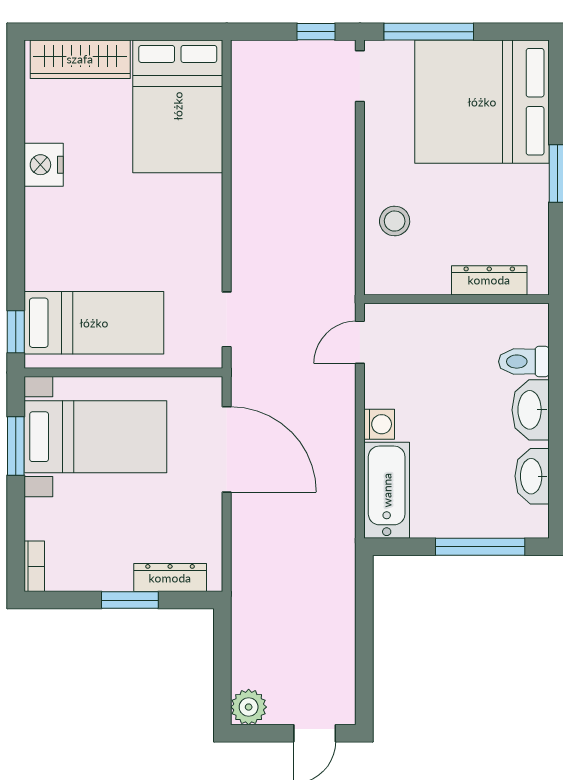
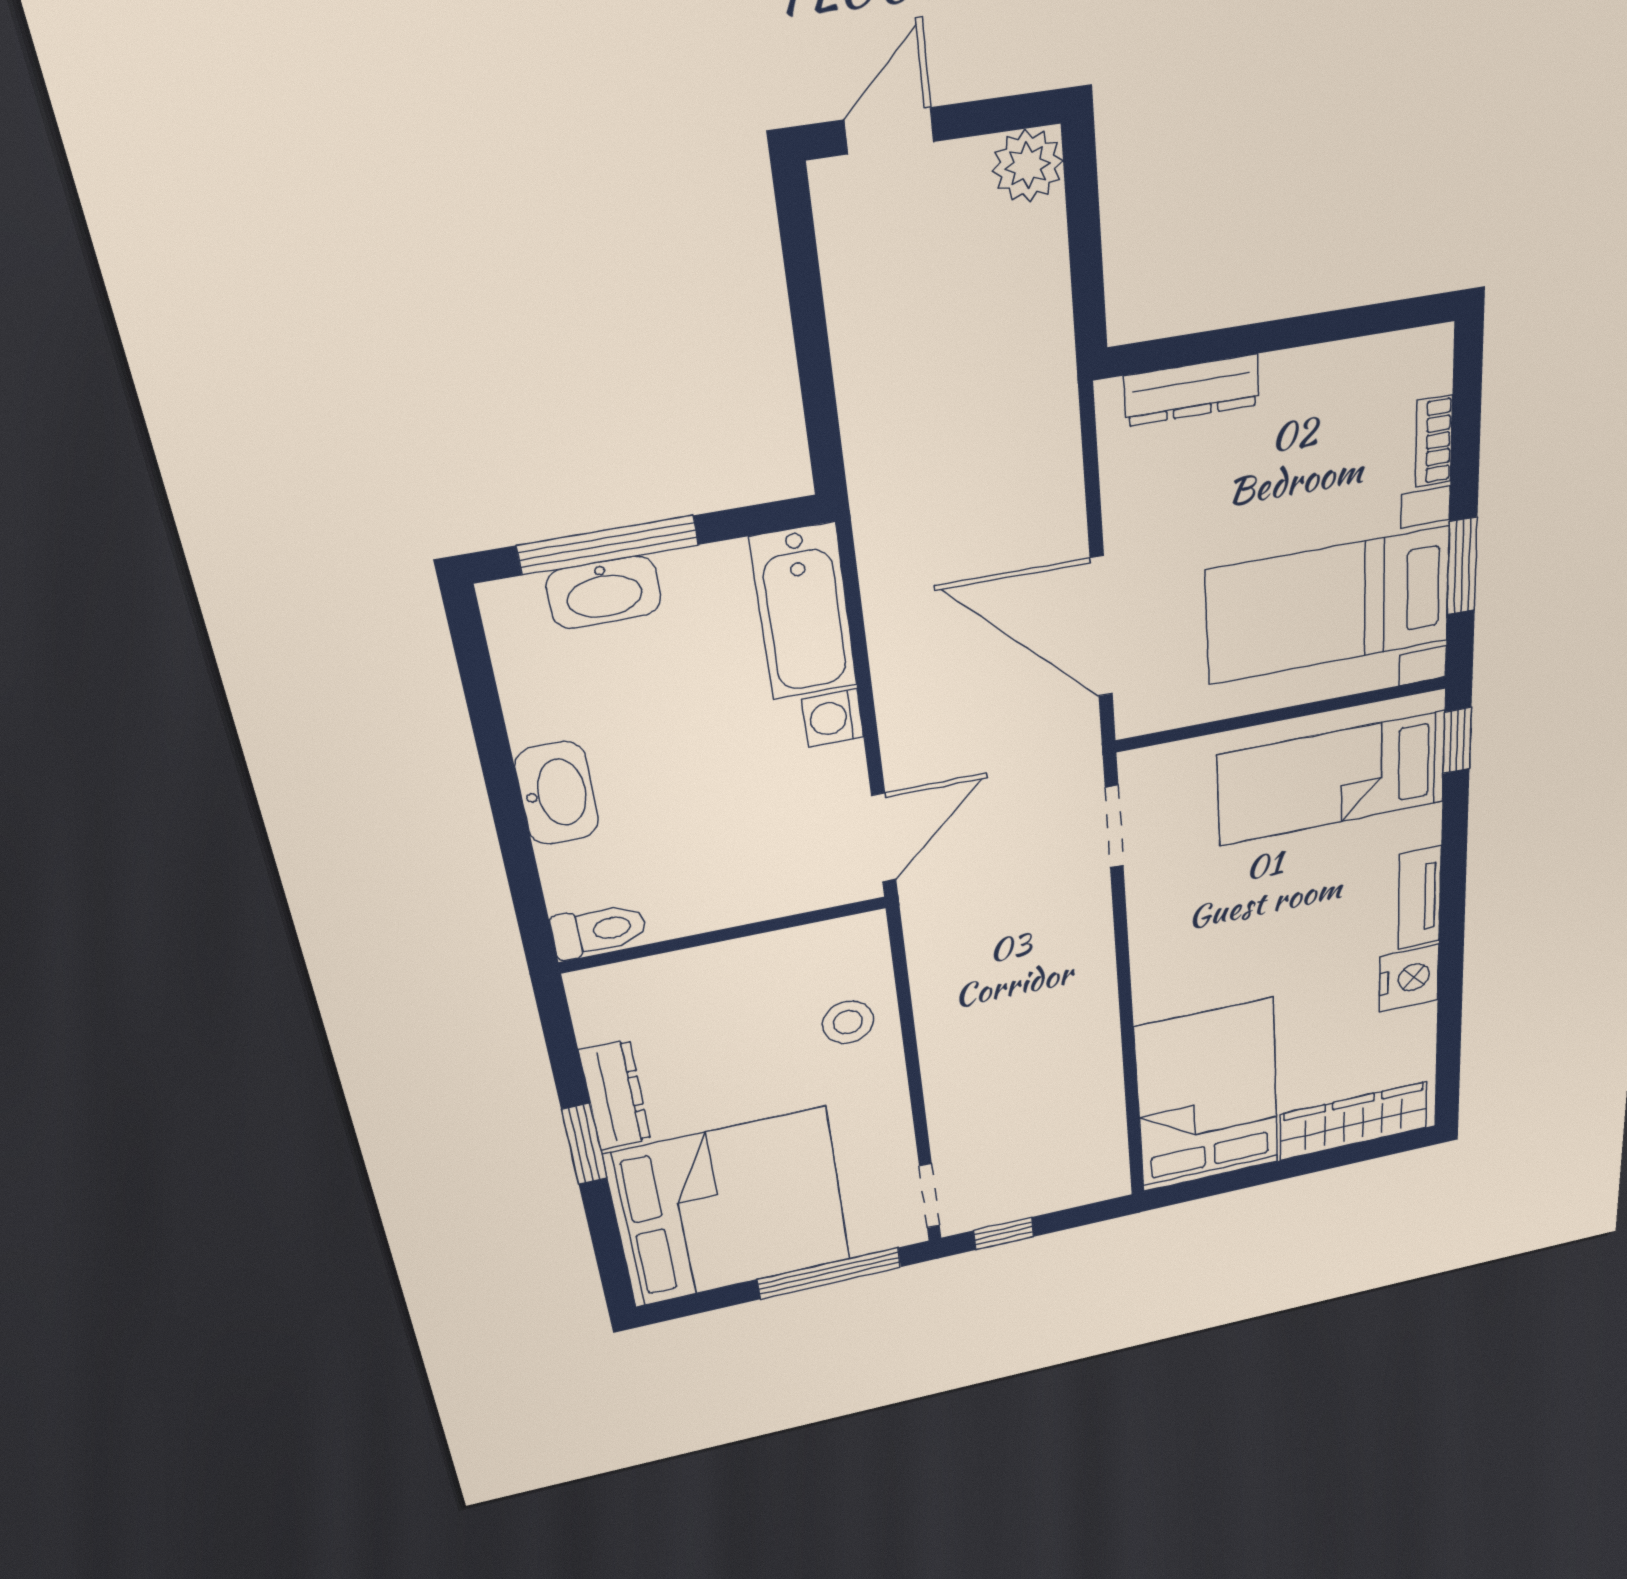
tv unit: (38, 224) -> (1420, 898), added
dresser: (489, 280) -> (615, 1095), moved, turned -90
door: (360, 342) -> (884, 838), width x1.38
toilet: (524, 362) -> (599, 930), moved
washbasin: (532, 476) -> (604, 592), moved, turned 90
bookcase: (34, 566) -> (1434, 441), moved
window: (130, 600) -> (1264, 337), removed

